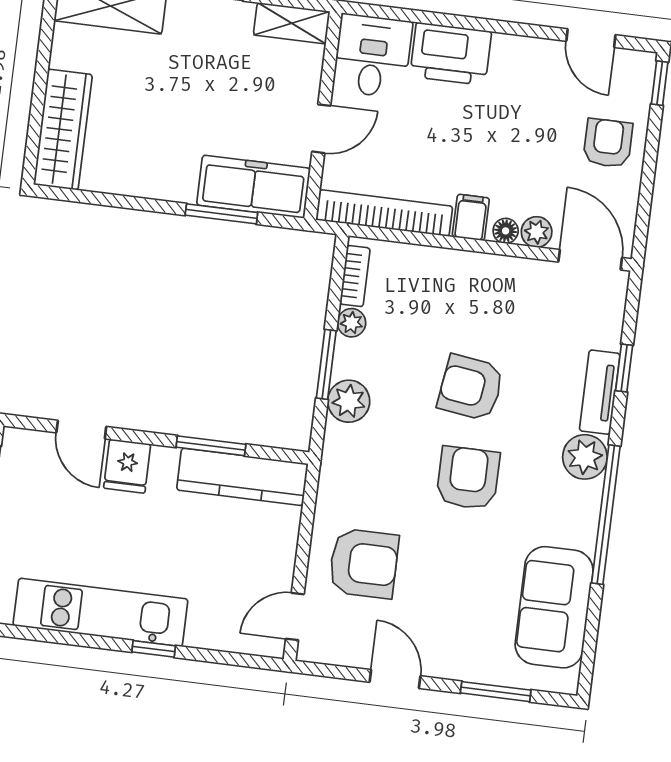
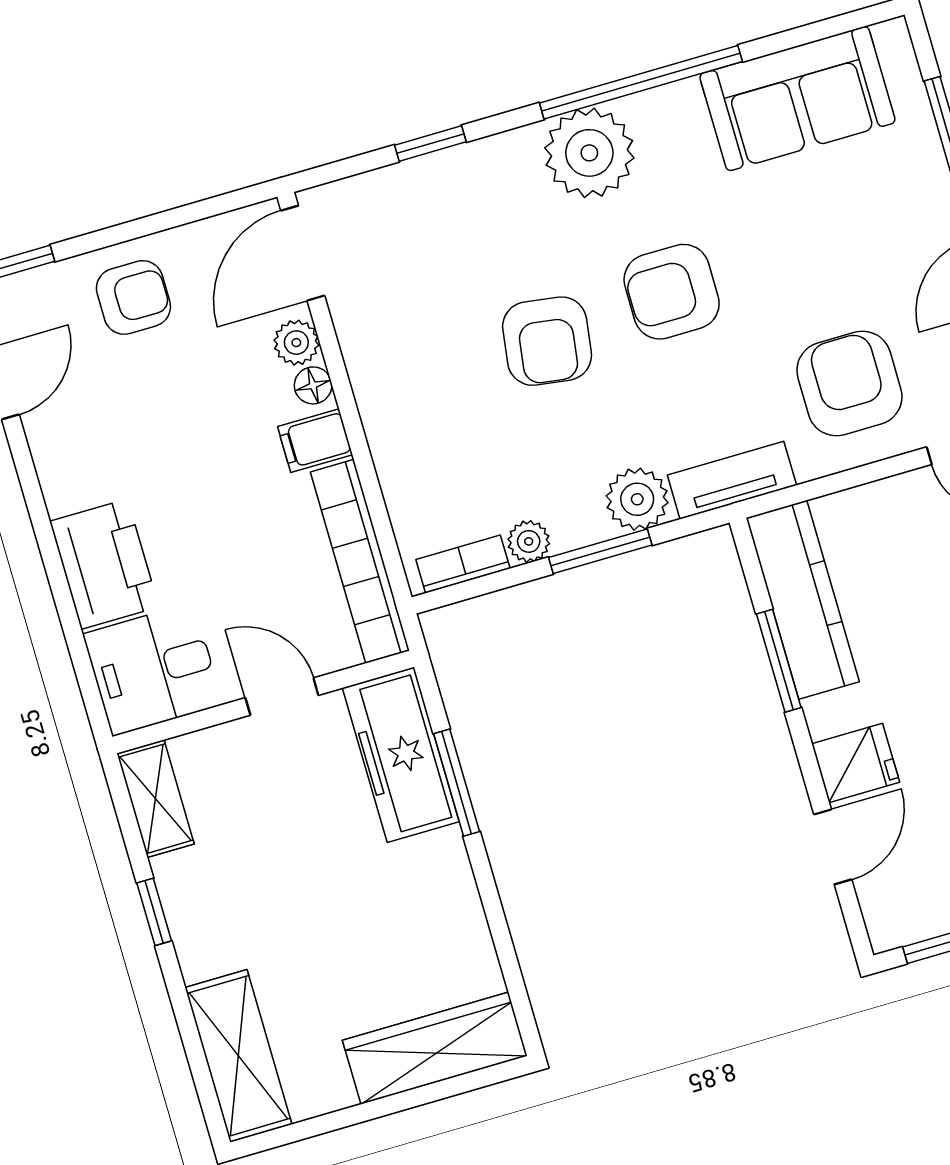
armchair: (608, 143) -> (133, 297), turned 180
tv unit: (600, 392) -> (732, 480), moved, turned 180
plant: (585, 457) -> (589, 153), width x1.36, depth x1.36

